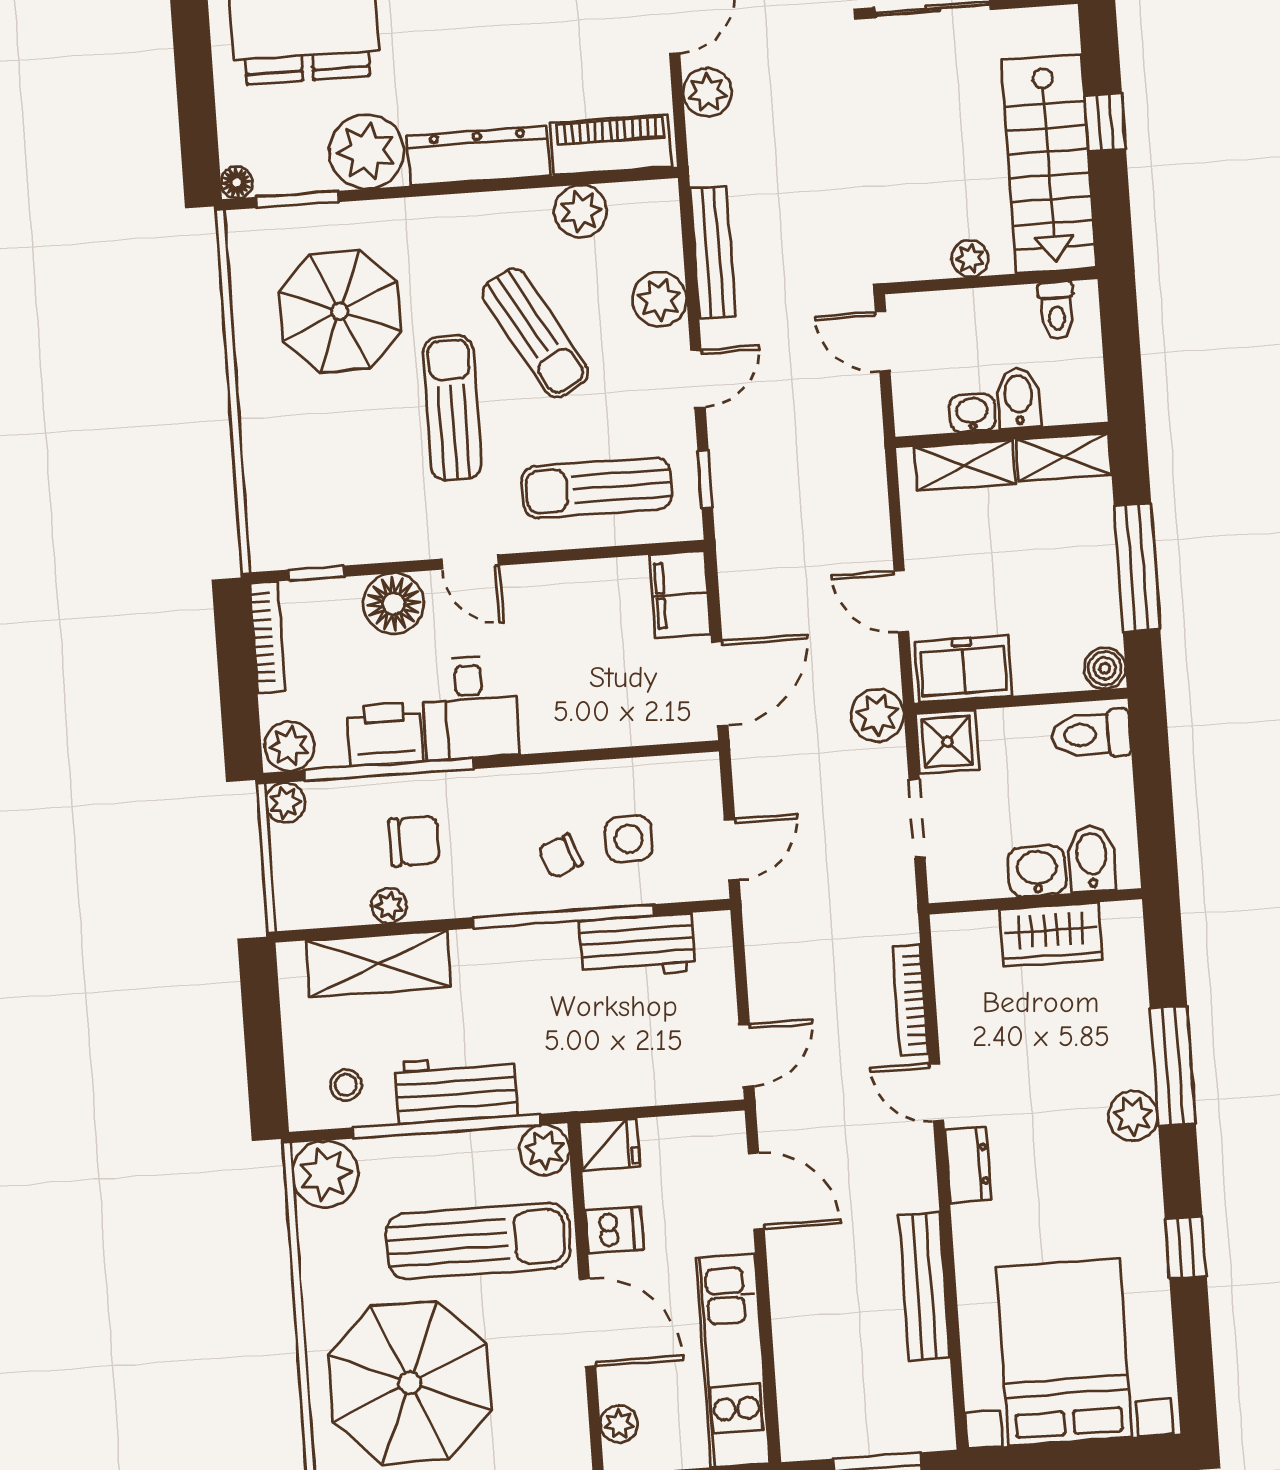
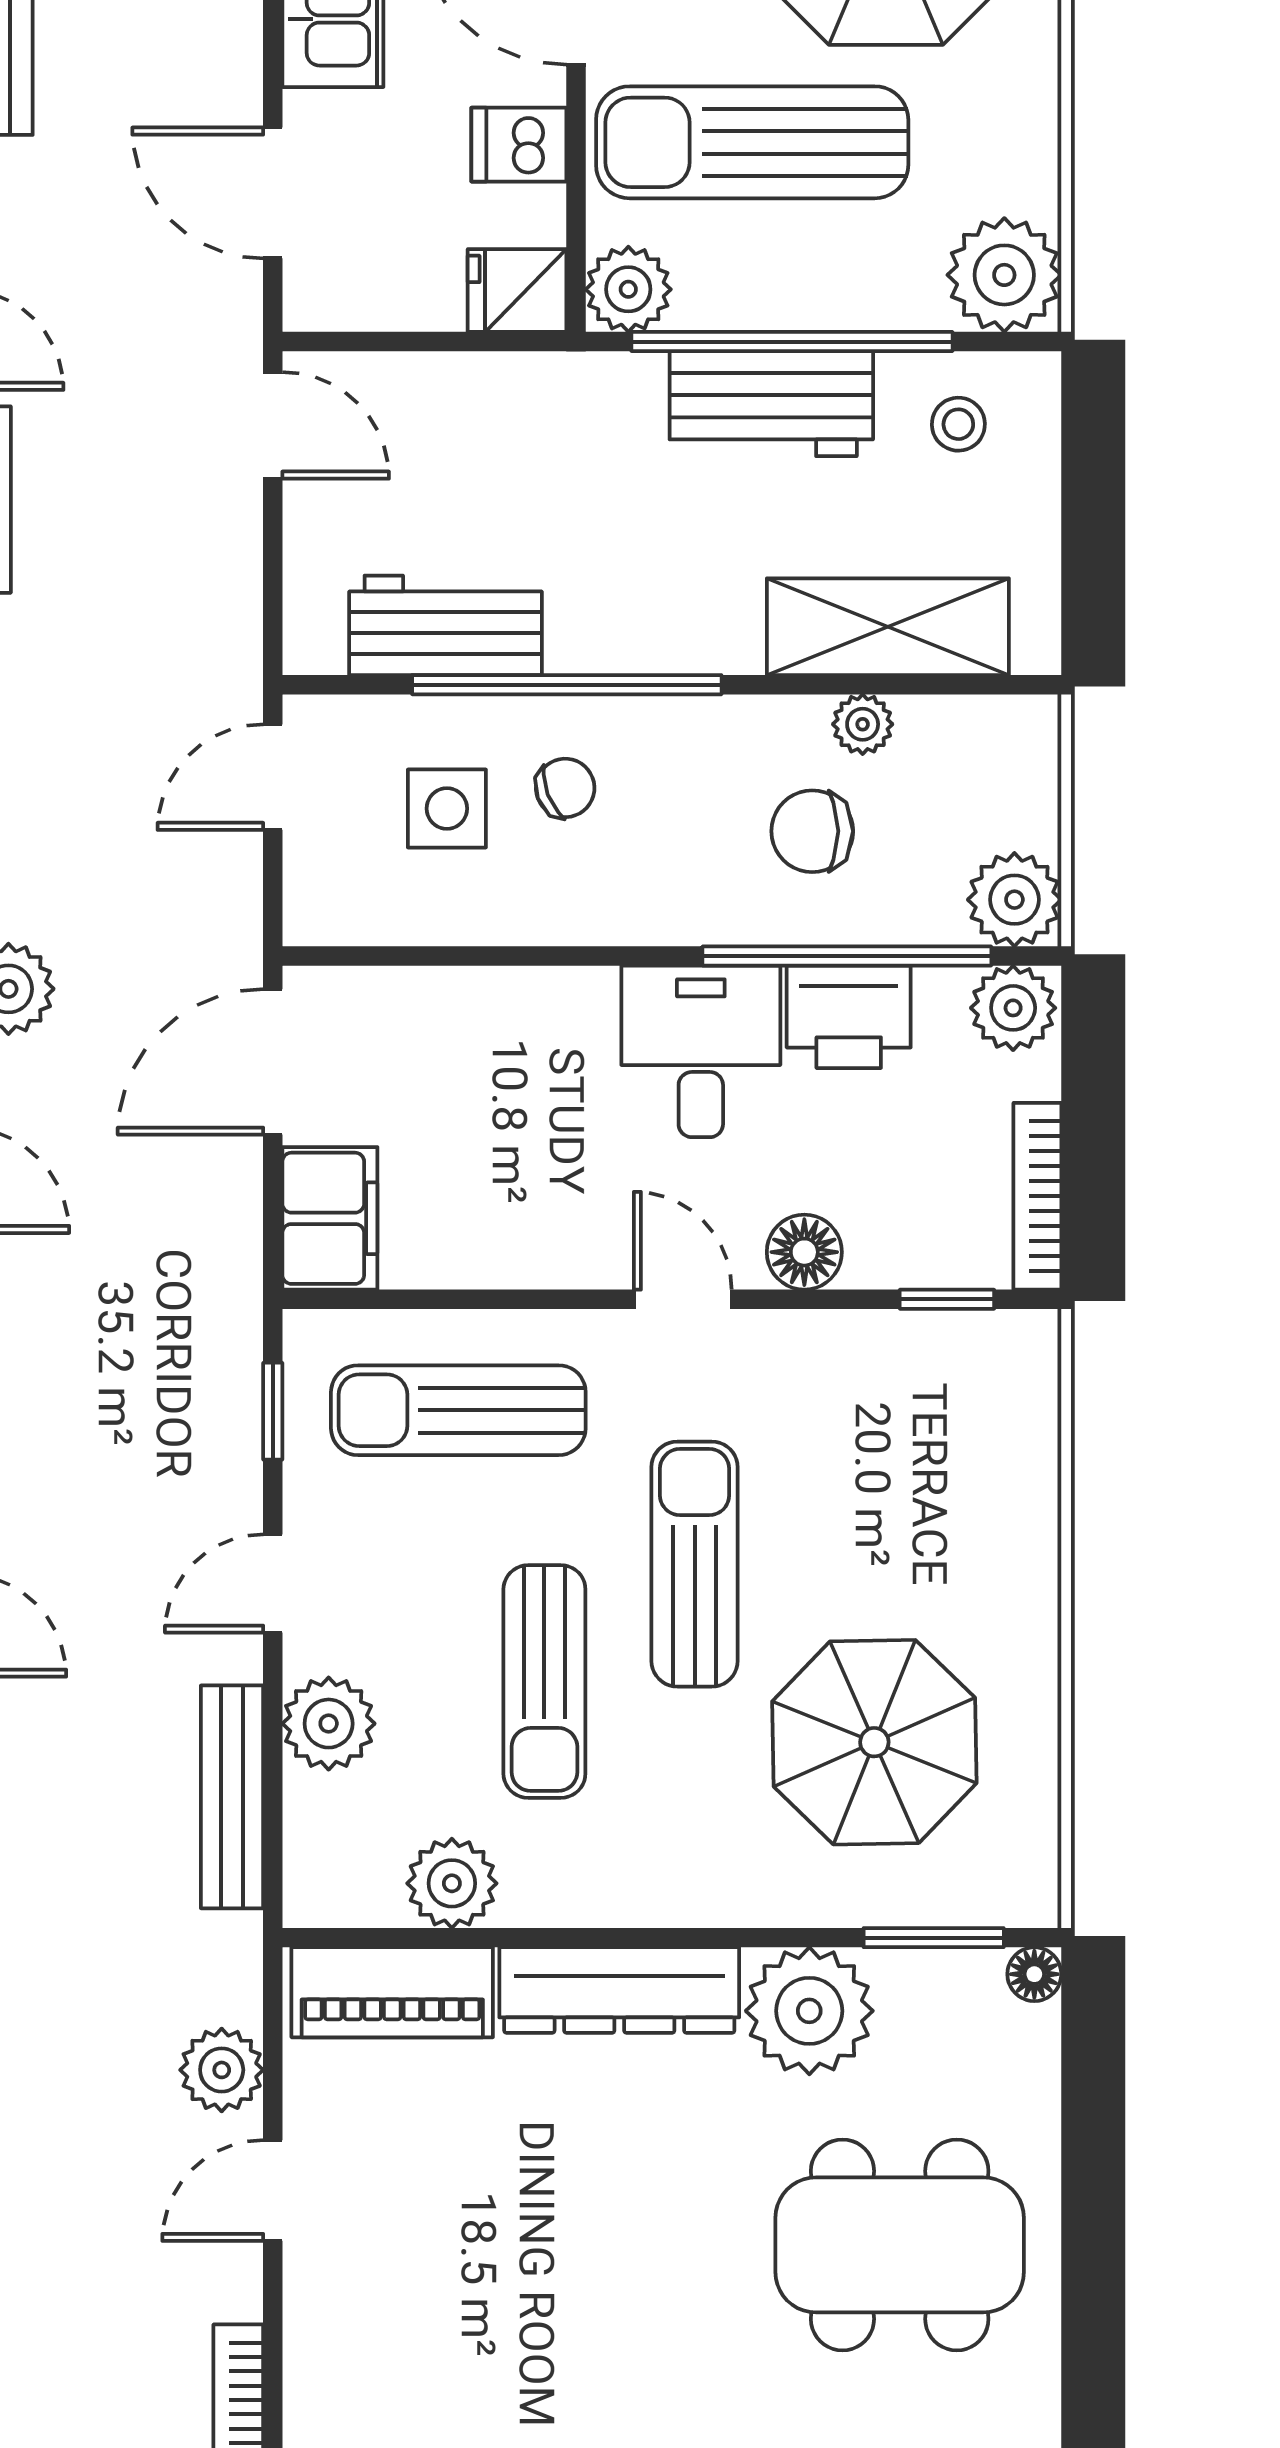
sun lounger: (535, 333) -> (544, 1681), turned -150
sun lounger: (452, 408) -> (695, 1564), turned 180
sun lounger: (597, 488) -> (458, 1410), turned 180
floor lamp: (394, 604) -> (804, 1252), width x0.73, depth x0.73
plant: (285, 803) -> (1014, 900), width x1.38, depth x1.38
door: (746, 1056) -> (273, 425), swing flipped

